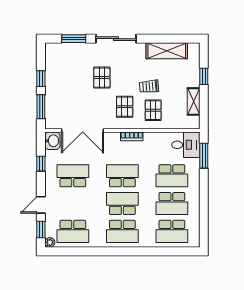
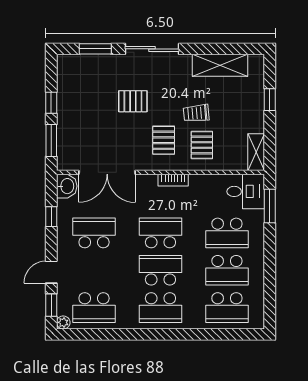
pallet: (102, 78) -> (133, 101), turned 90
shelving: (194, 101) -> (256, 152), moved

